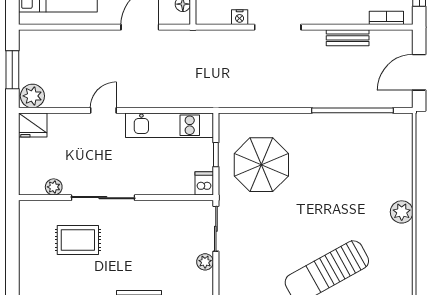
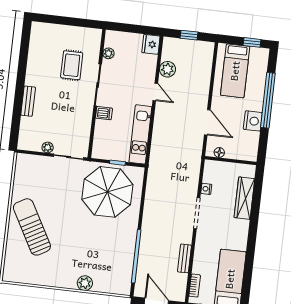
window: (12, 70) -> (189, 35), width x0.67
plant: (32, 96) -> (167, 69), moved
parasol: (261, 165) -> (107, 192), width x1.36, depth x1.36
dishwasher: (204, 183) -> (104, 113), moved
plant: (402, 212) -> (85, 283), moved

